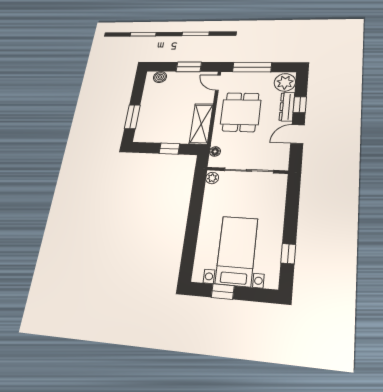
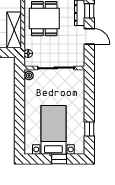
door: (298, 134) -> (89, 36), swing flipped
window: (223, 292) -> (59, 159), moved

